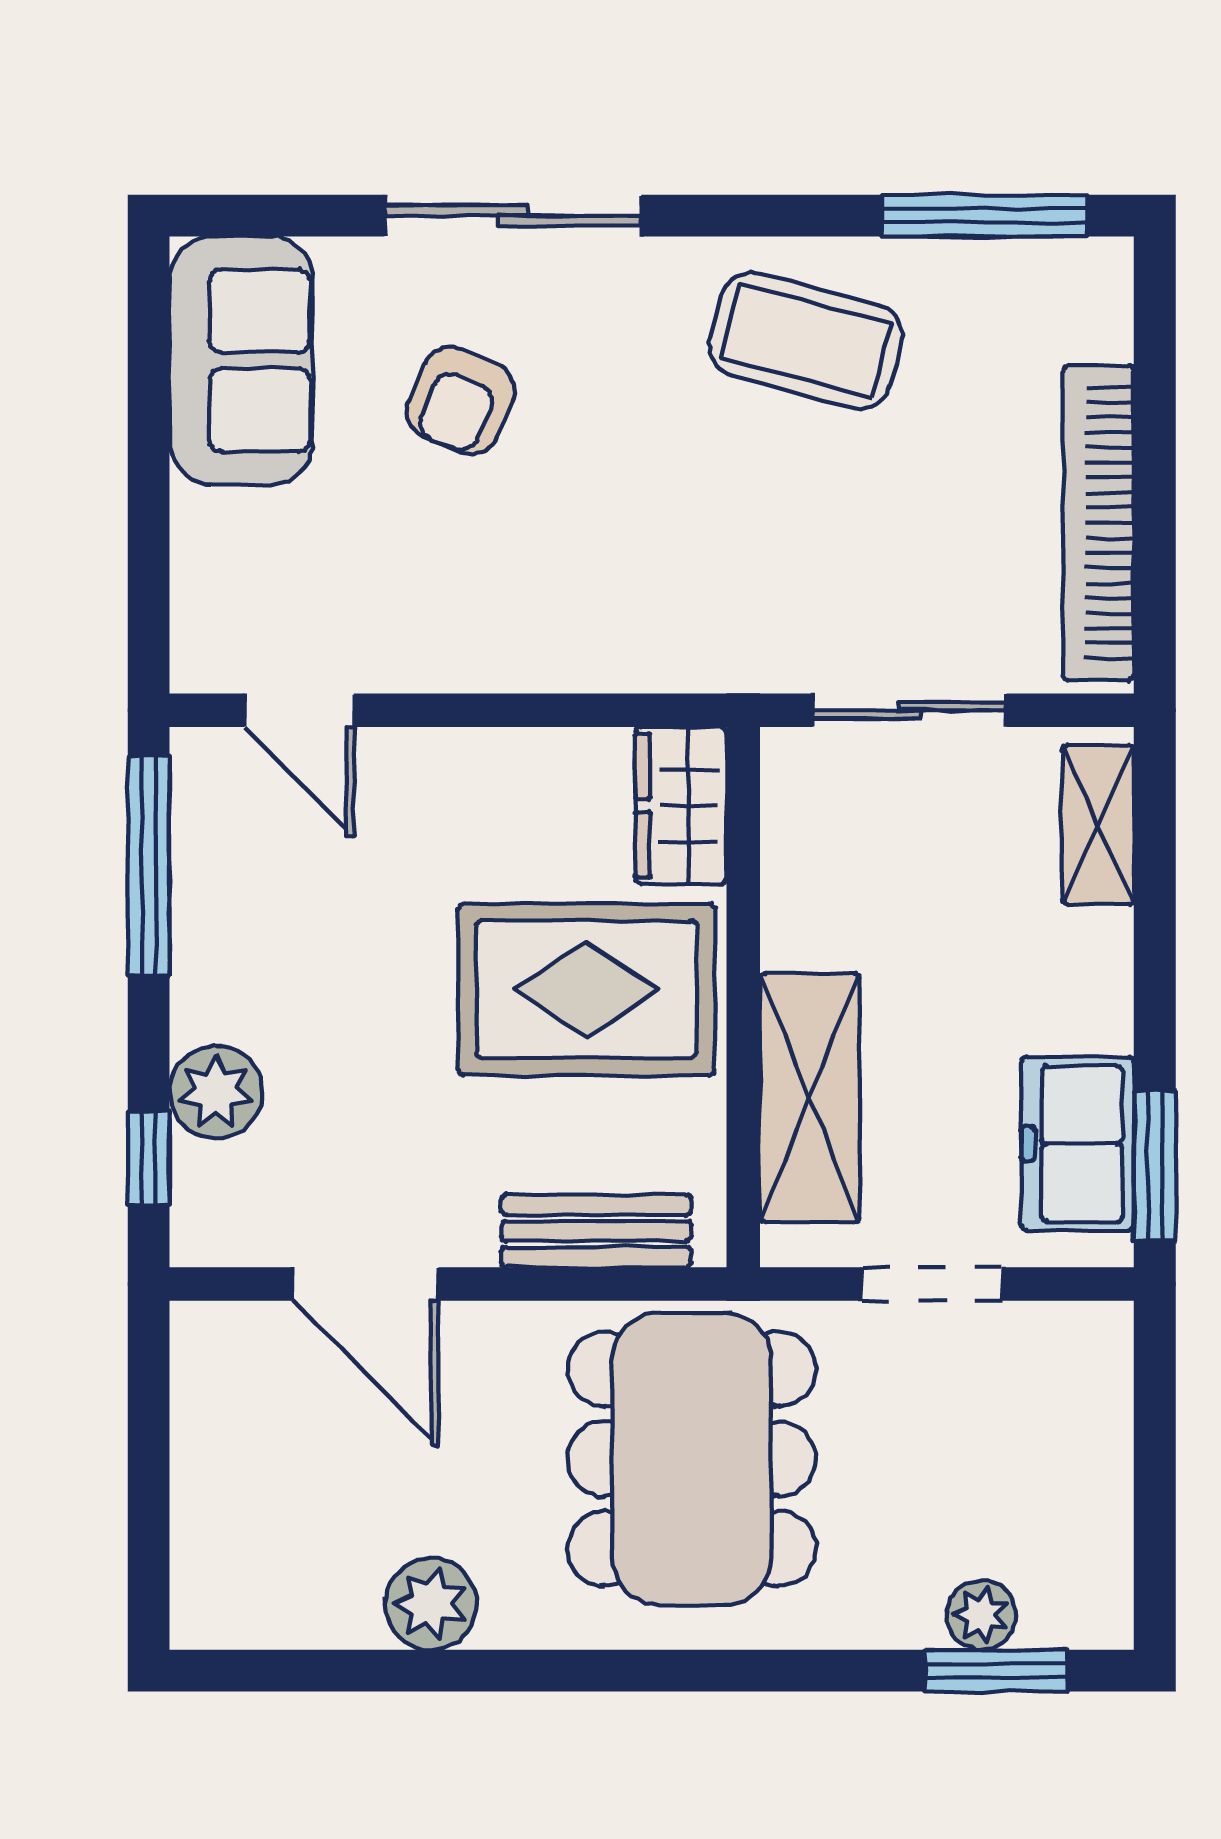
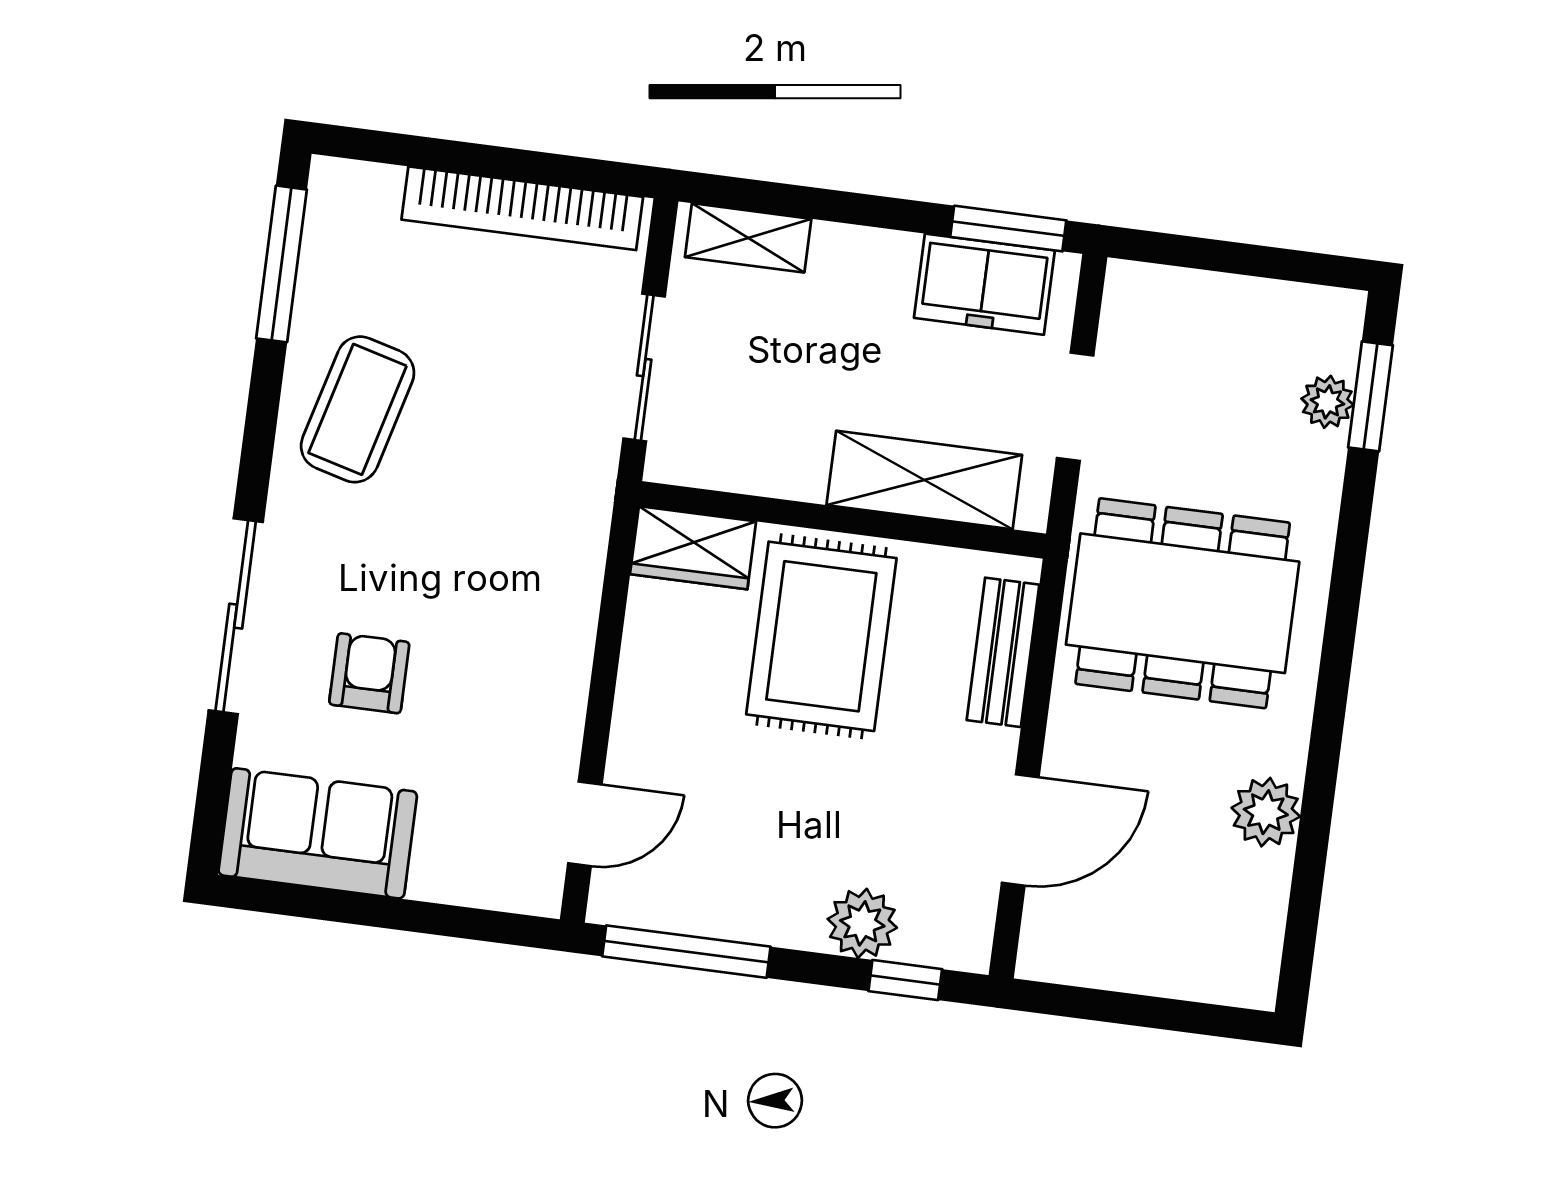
armchair: (461, 401) -> (369, 673), turned -113

